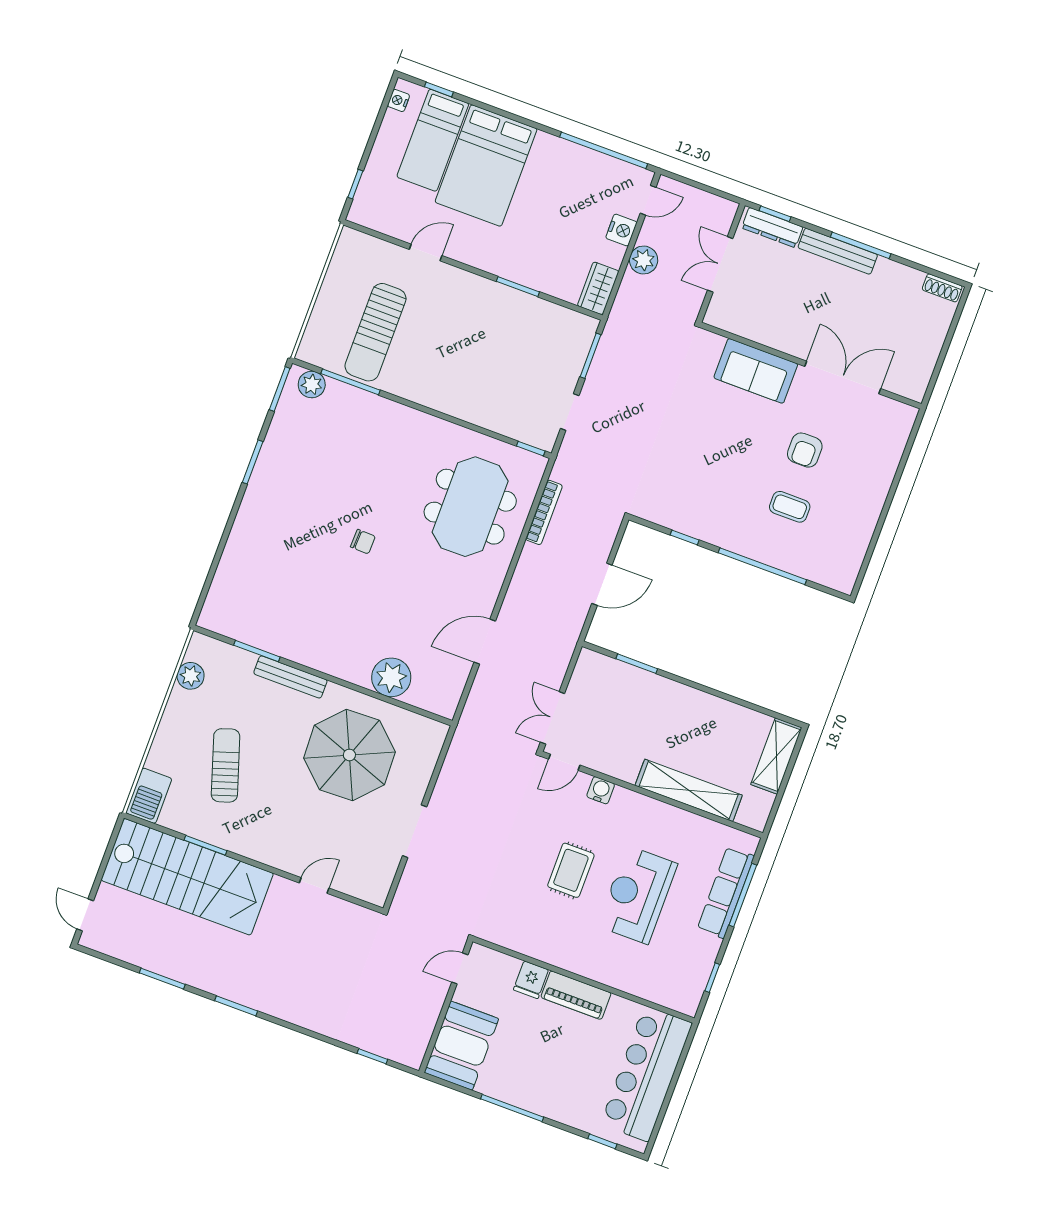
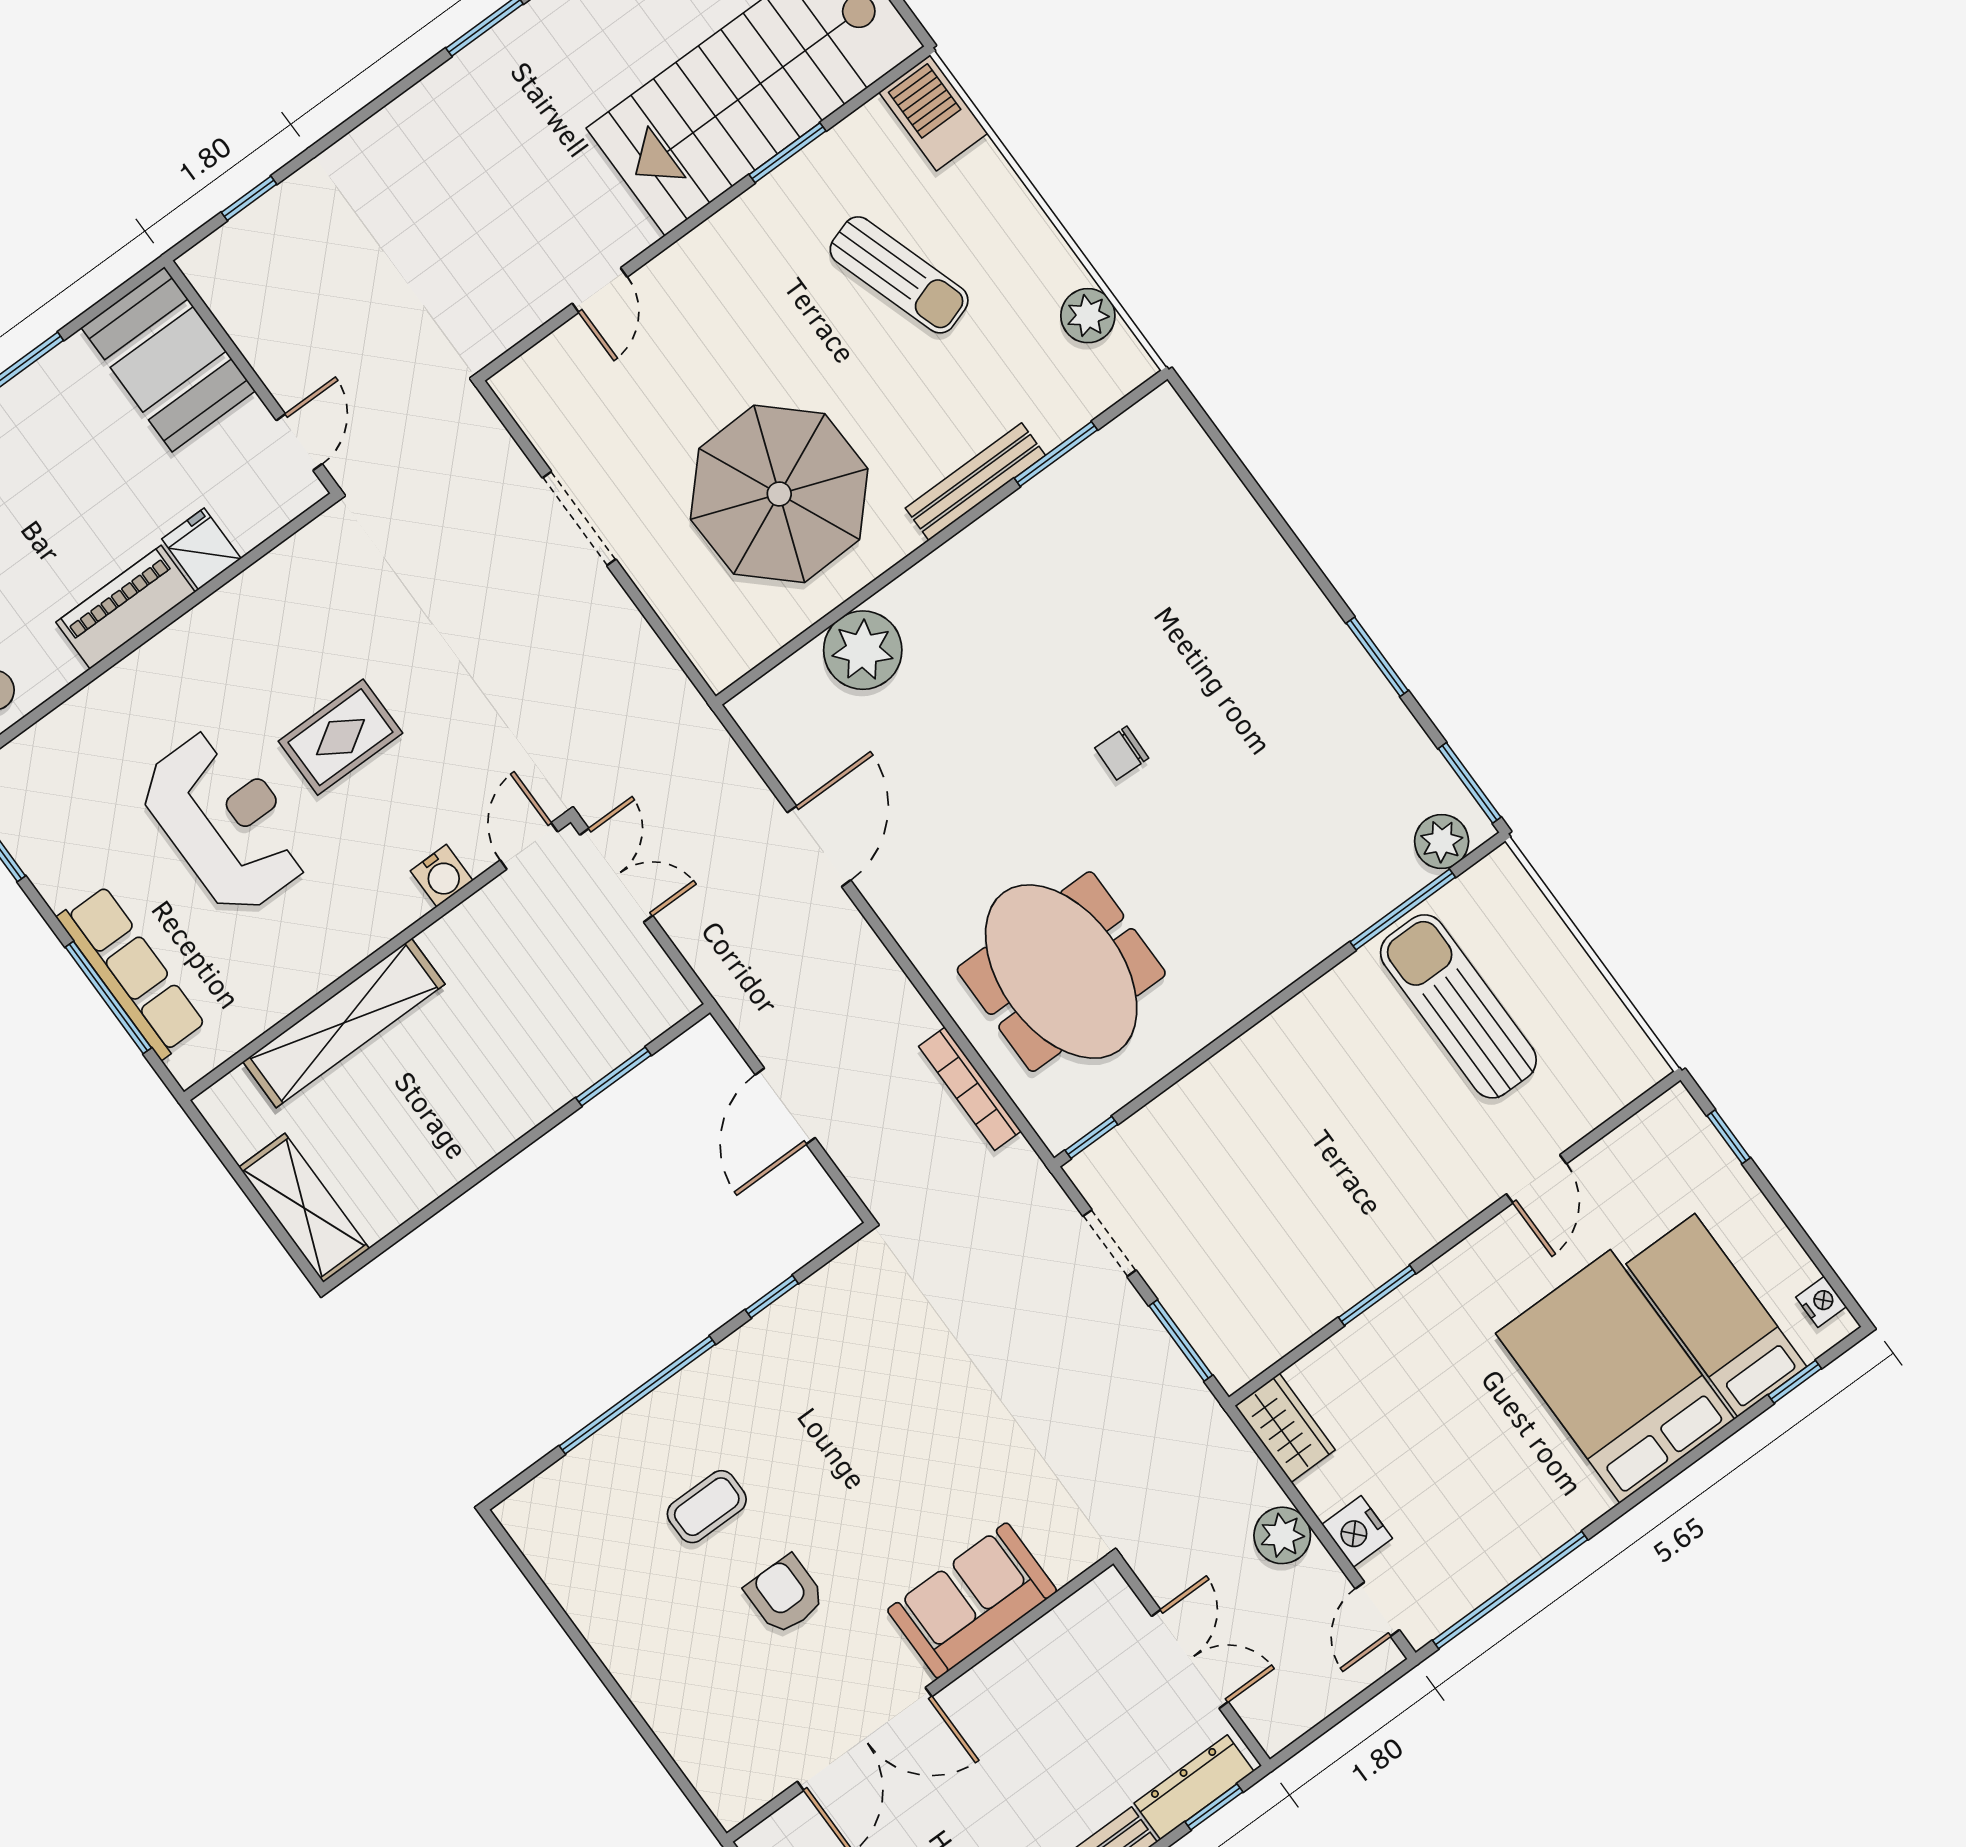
rug: (571, 870) -> (340, 737), turned 90

